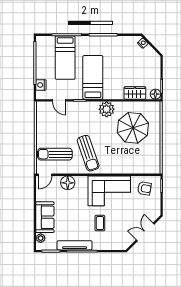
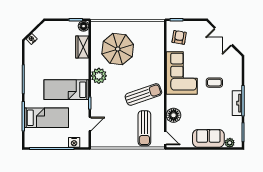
tv unit: (75, 245) -> (237, 103), width x0.71

